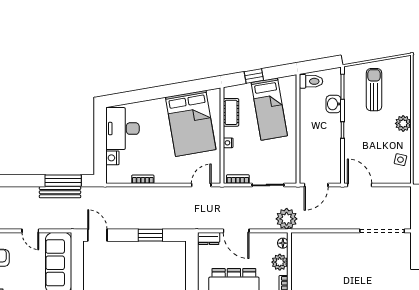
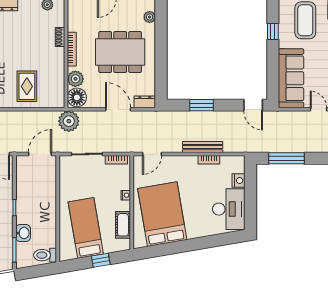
bench: (60, 192) -> (203, 147), moved
floor lamp: (283, 243) -> (77, 97), width x1.89, depth x1.89
rug: (330, 255) -> (27, 86), added

